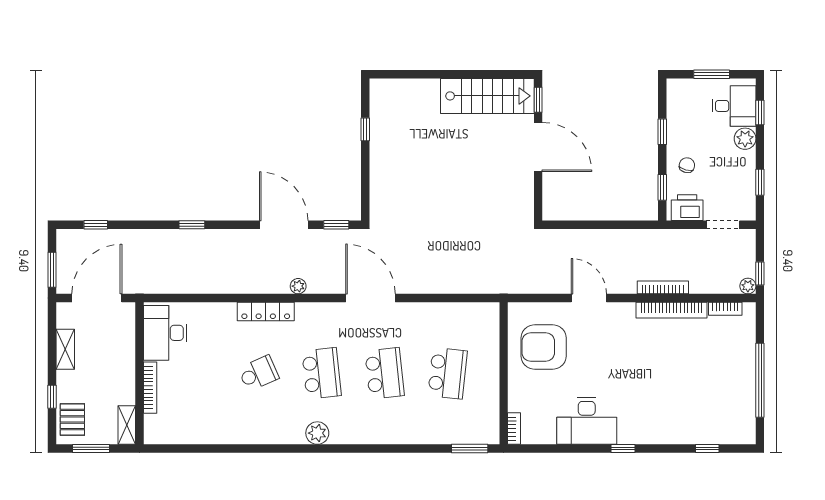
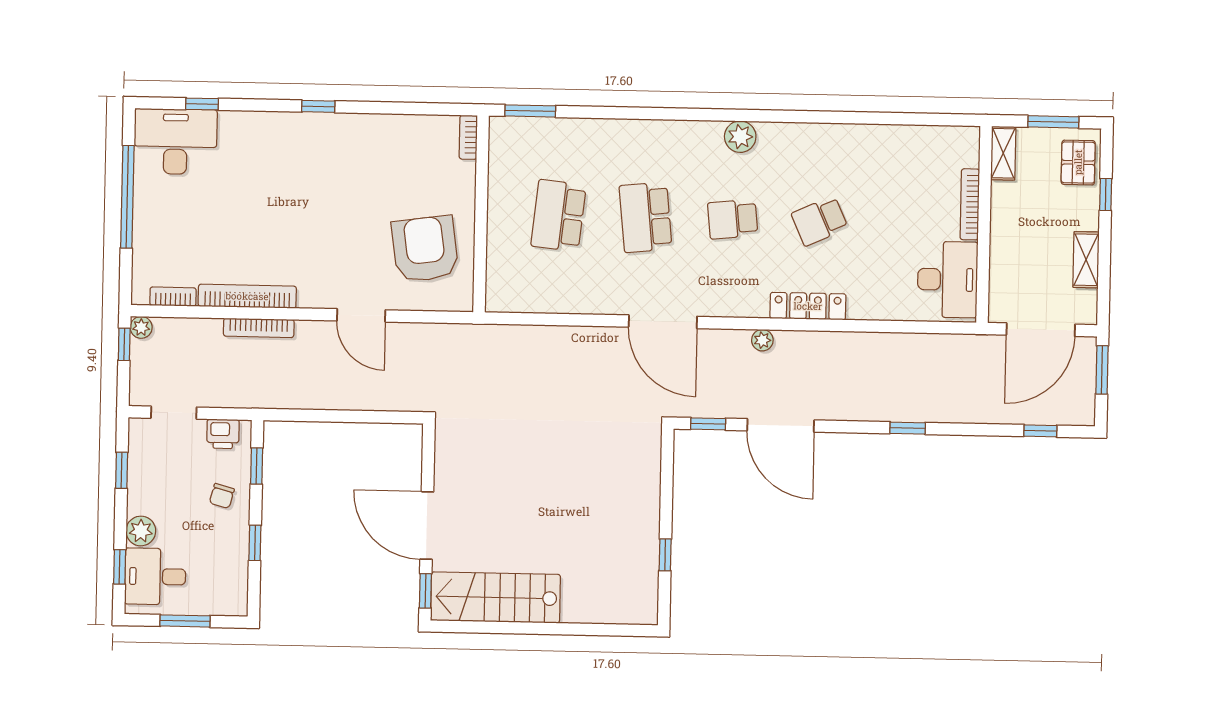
printer: (687, 208) -> (223, 434), width x0.73, depth x0.81
armchair: (544, 347) -> (425, 249), turned -98
school desk: (322, 373) -> (733, 219), width x0.54
desk: (587, 421) -> (175, 142), moved

